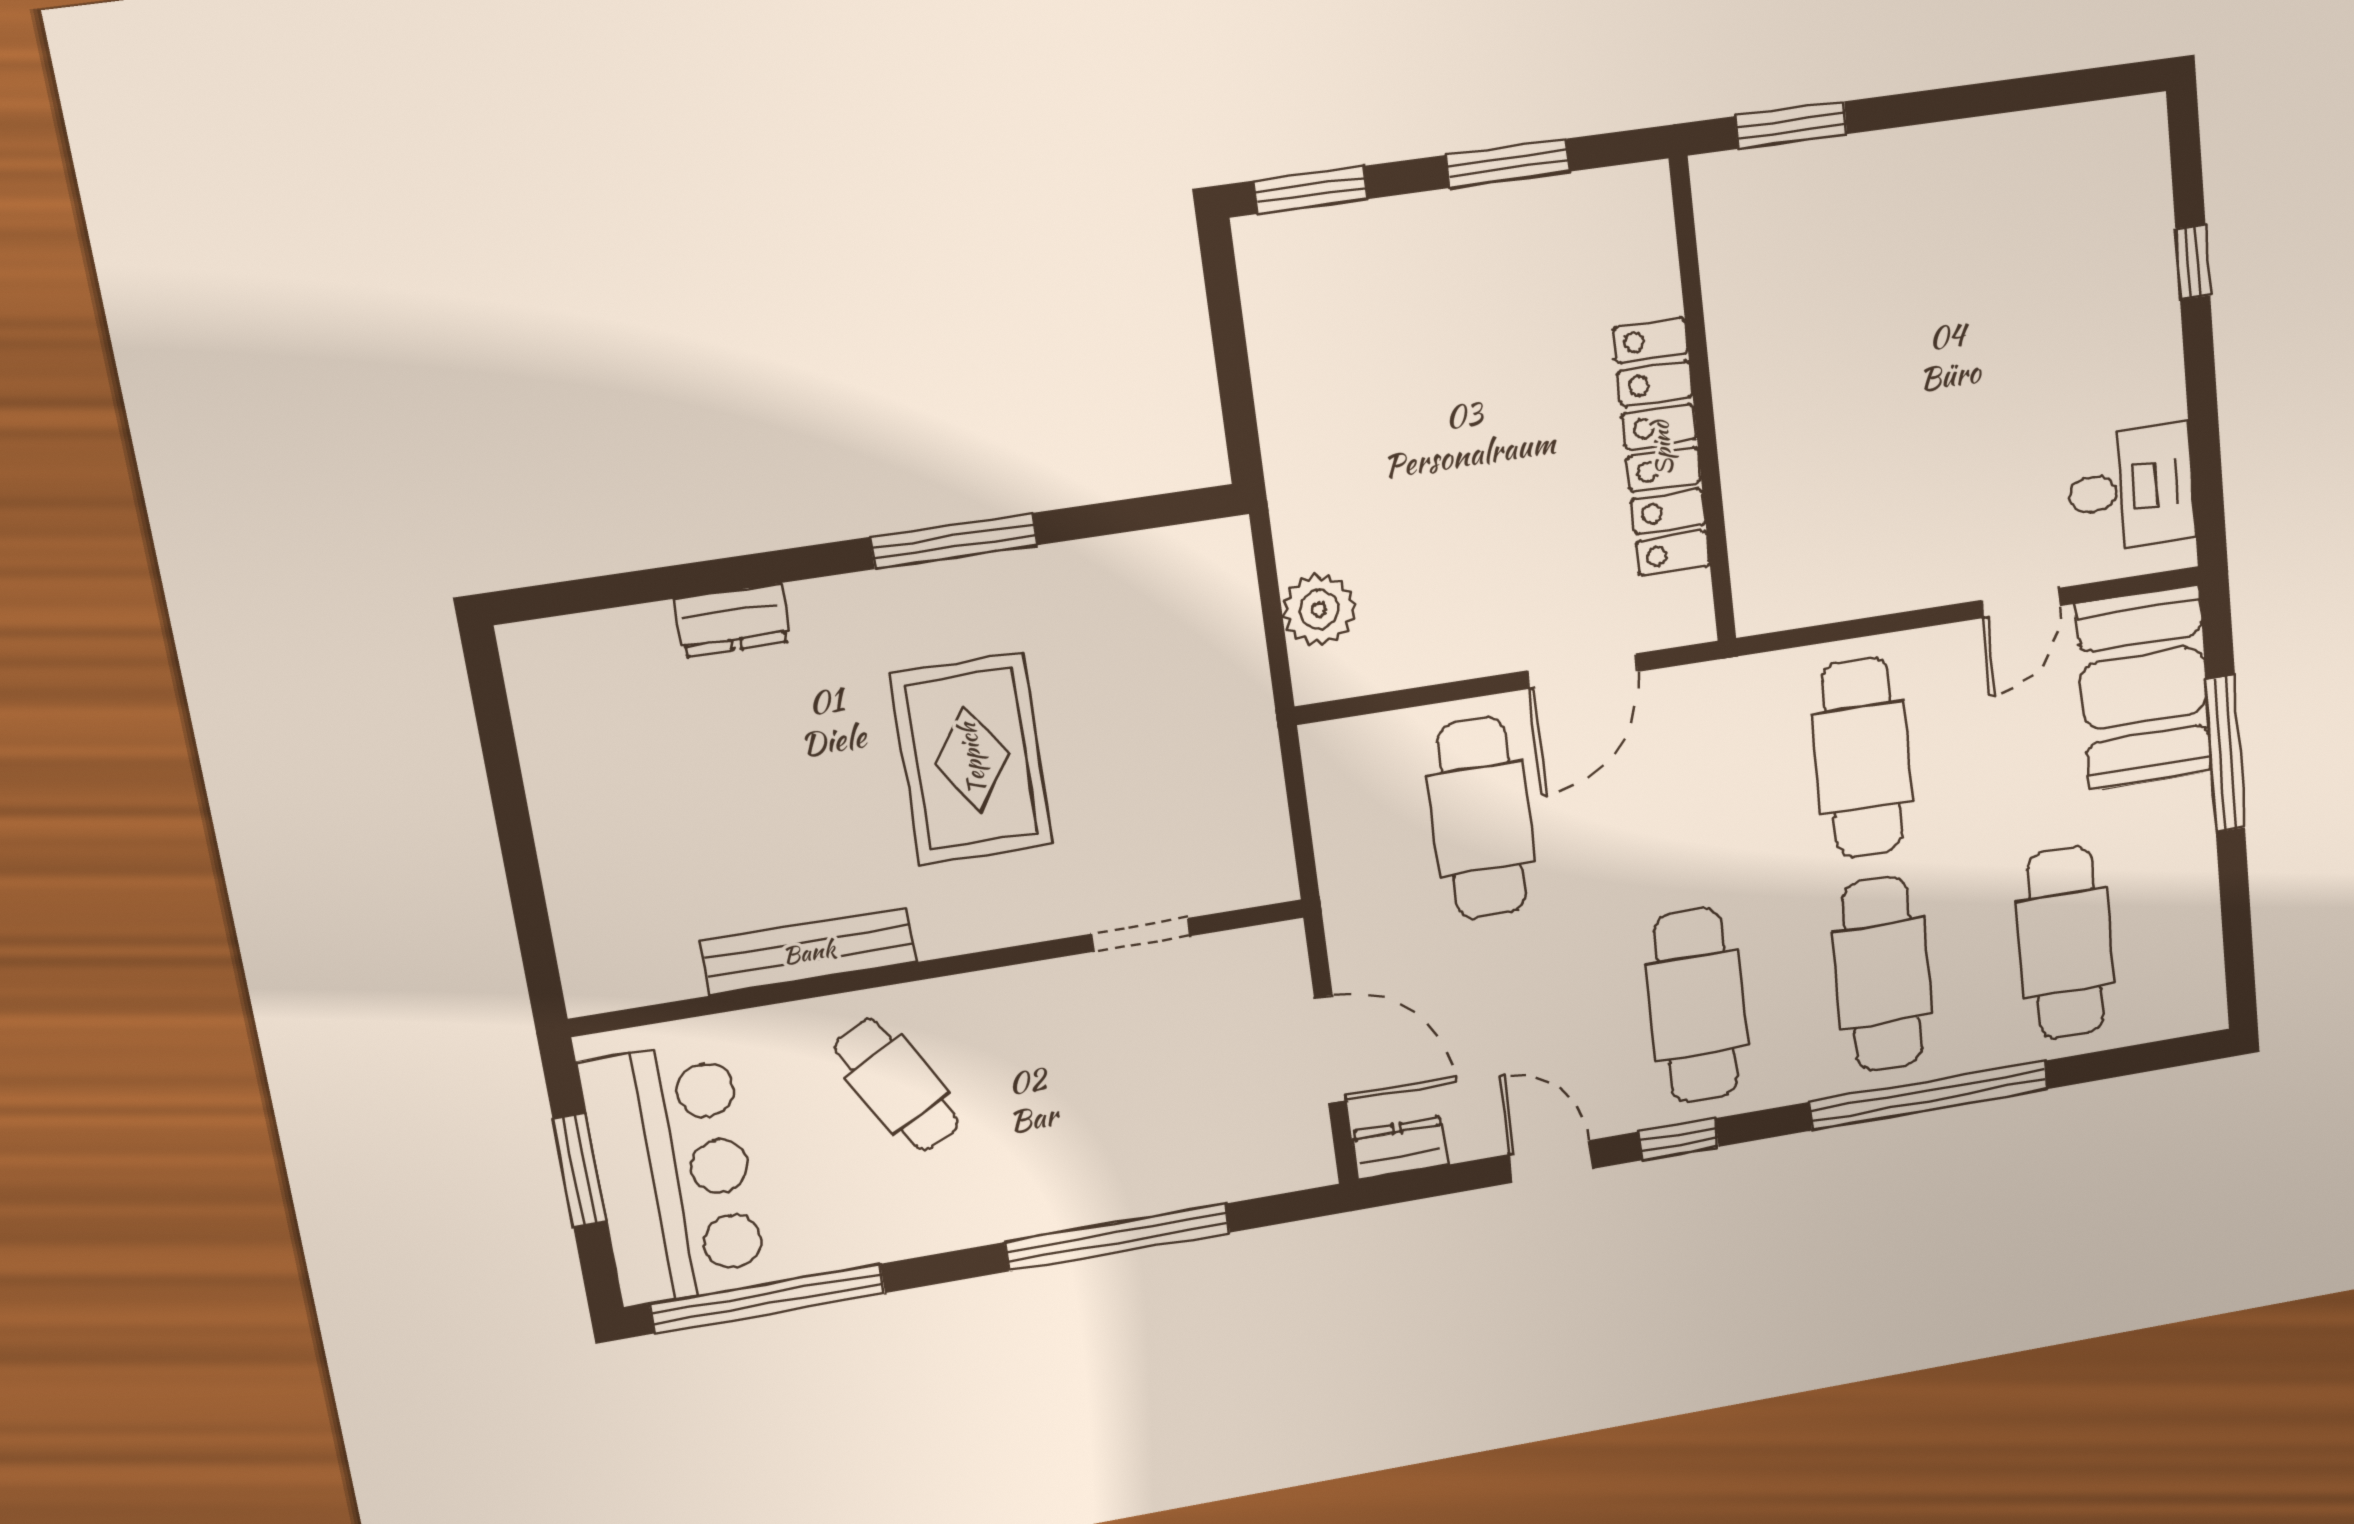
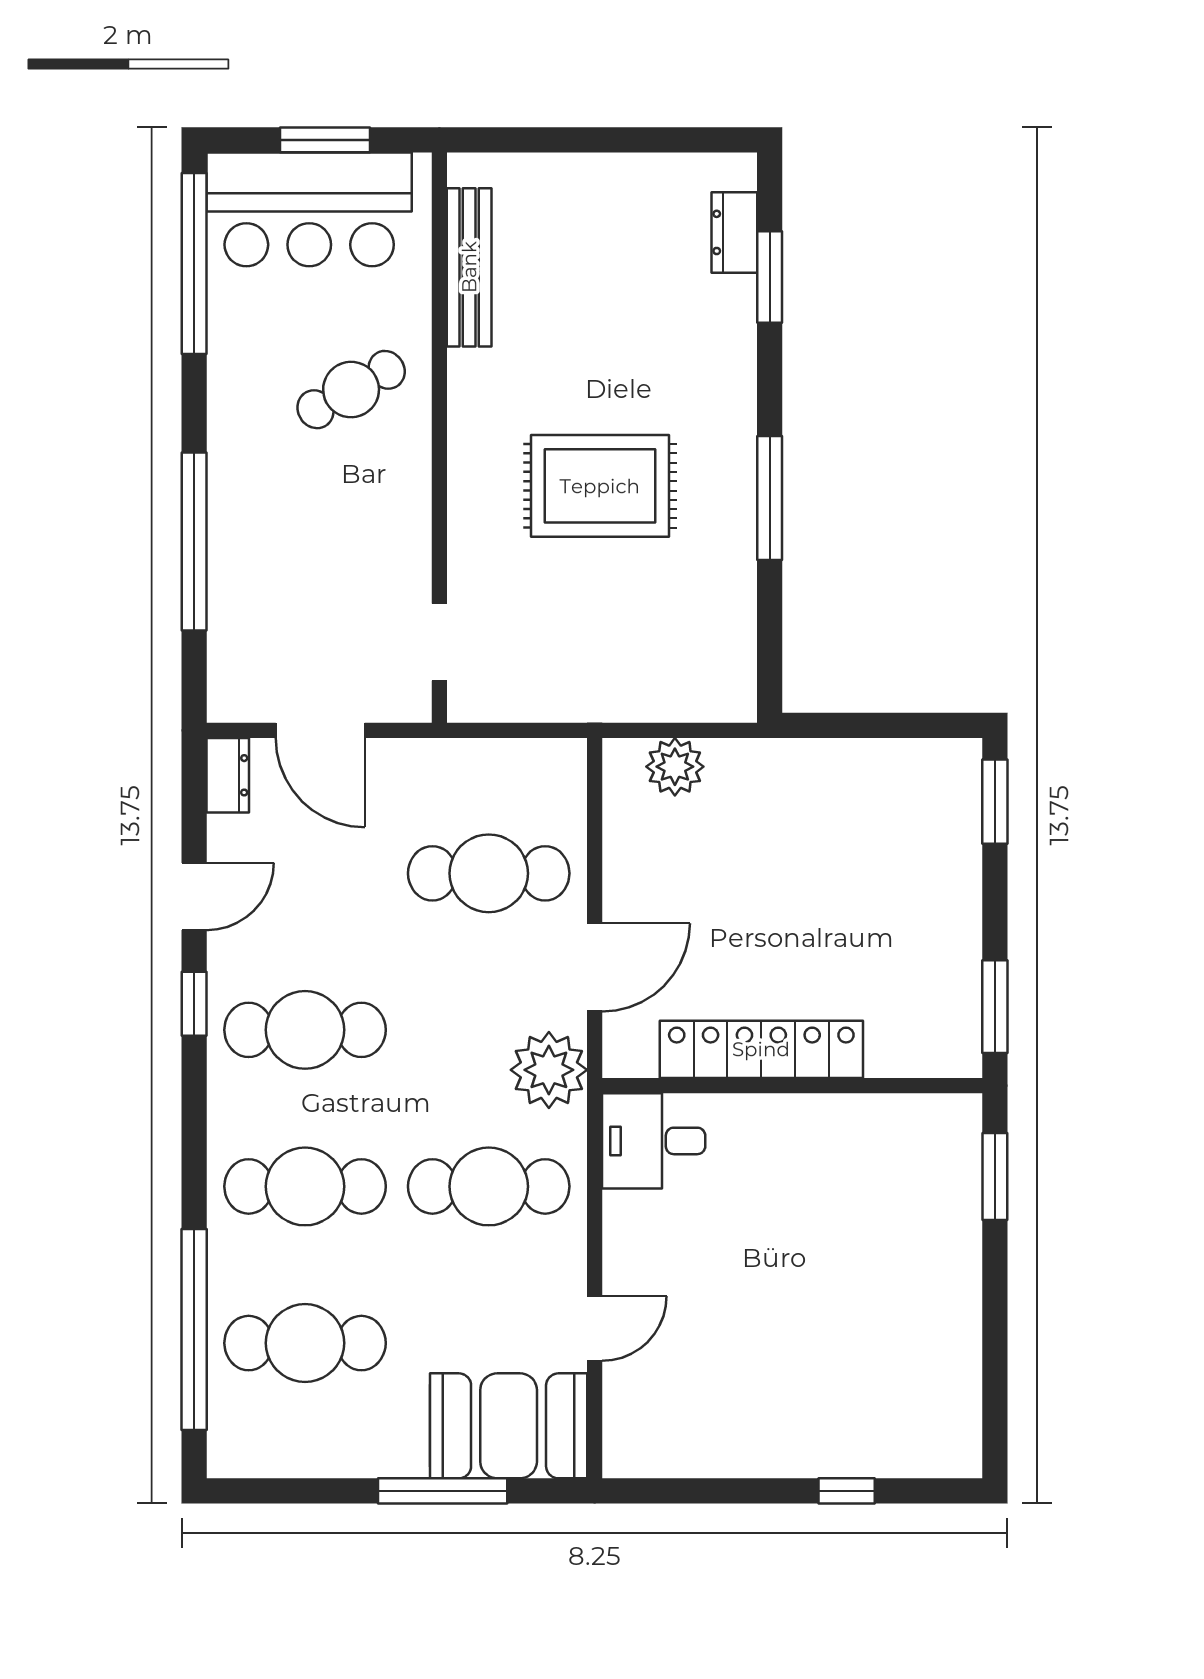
window: (1508, 163) -> (995, 1007), moved
desk: (2131, 488) -> (654, 1141), moved, turned 90
window: (659, 584) -> (770, 277), added
door: (2021, 603) -> (595, 1328), swing flipped
dresser: (732, 620) -> (734, 232), moved
door: (1583, 671) -> (595, 967), swing flipped
plant: (1714, 707) -> (549, 1070), added
doorway: (1140, 935) -> (439, 642), moved
bench: (809, 952) -> (469, 267), moved
door: (1330, 1049) -> (320, 730), hinge flipped
window: (1928, 1095) -> (194, 1329), moved

